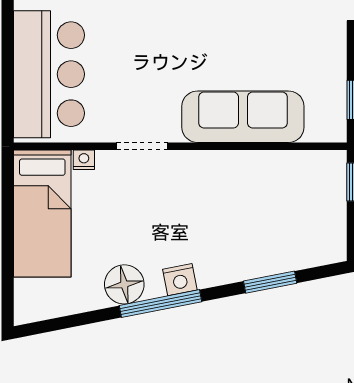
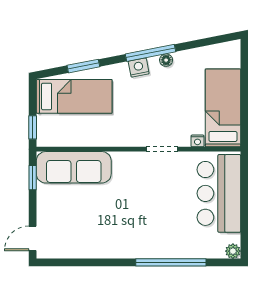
sofa: (243, 117) -> (74, 167), moved
bed: (285, 232) -> (74, 96), added
floor lamp: (124, 284) -> (166, 60), width x0.53, depth x0.53

